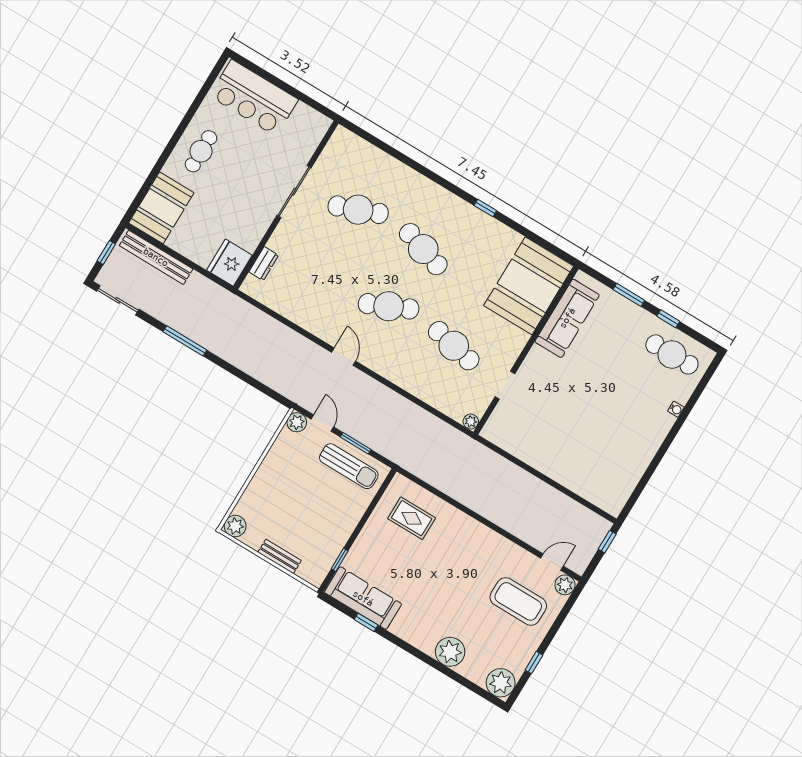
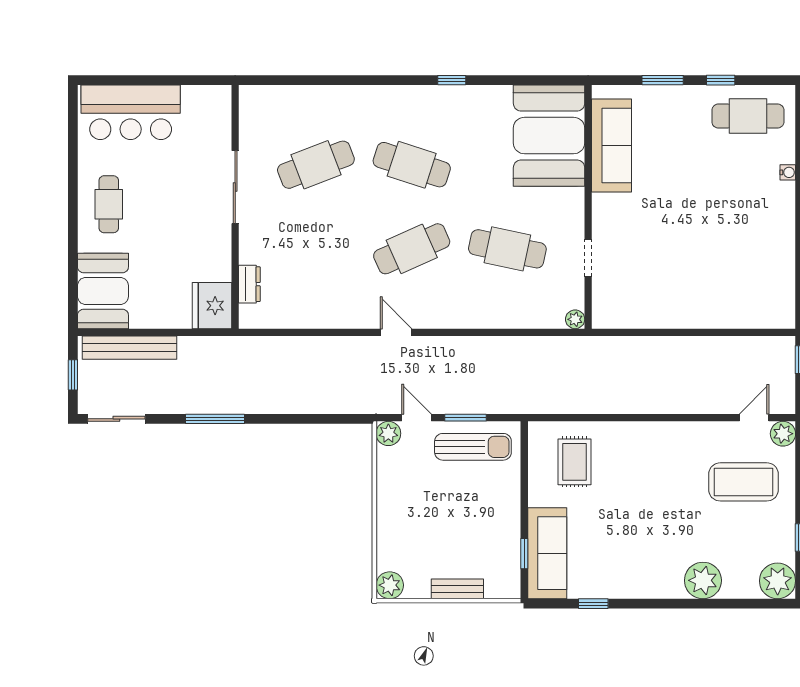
rug: (412, 518) -> (574, 462), turned 90
sofa: (363, 598) -> (547, 553), moved, turned 90

